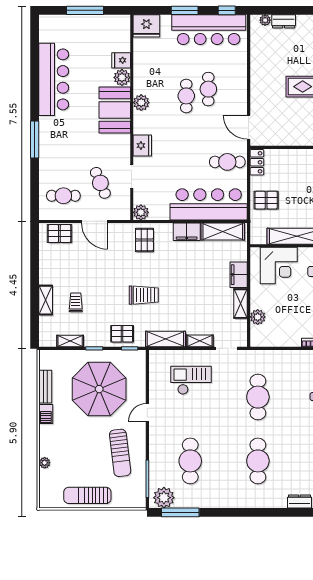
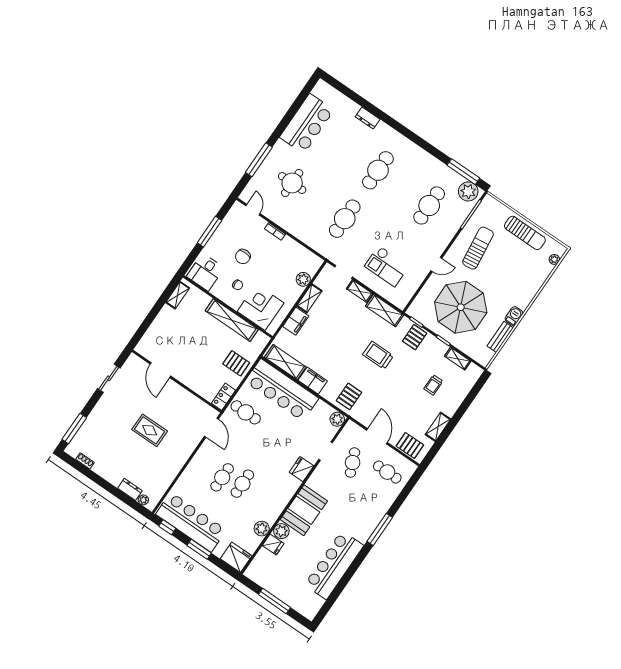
plant: (141, 103) -> (262, 529), moved
shelving: (46, 300) -> (438, 427), moved
pallet: (122, 334) -> (415, 337), turned 90
plant: (45, 463) -> (554, 259), moved

